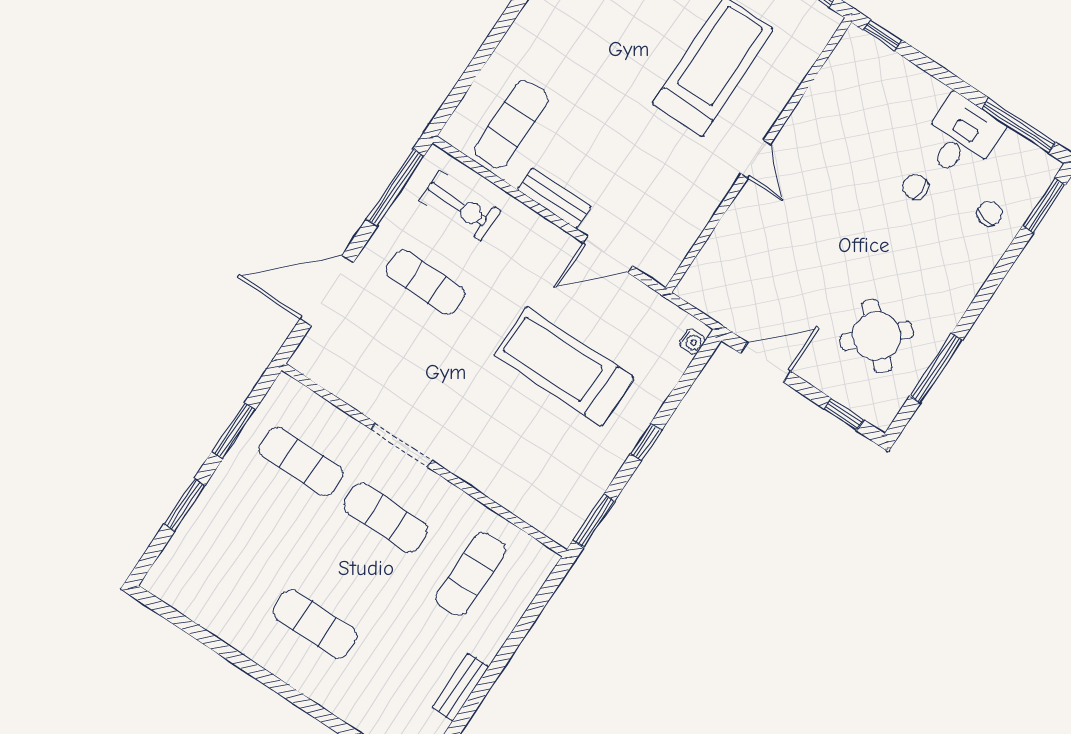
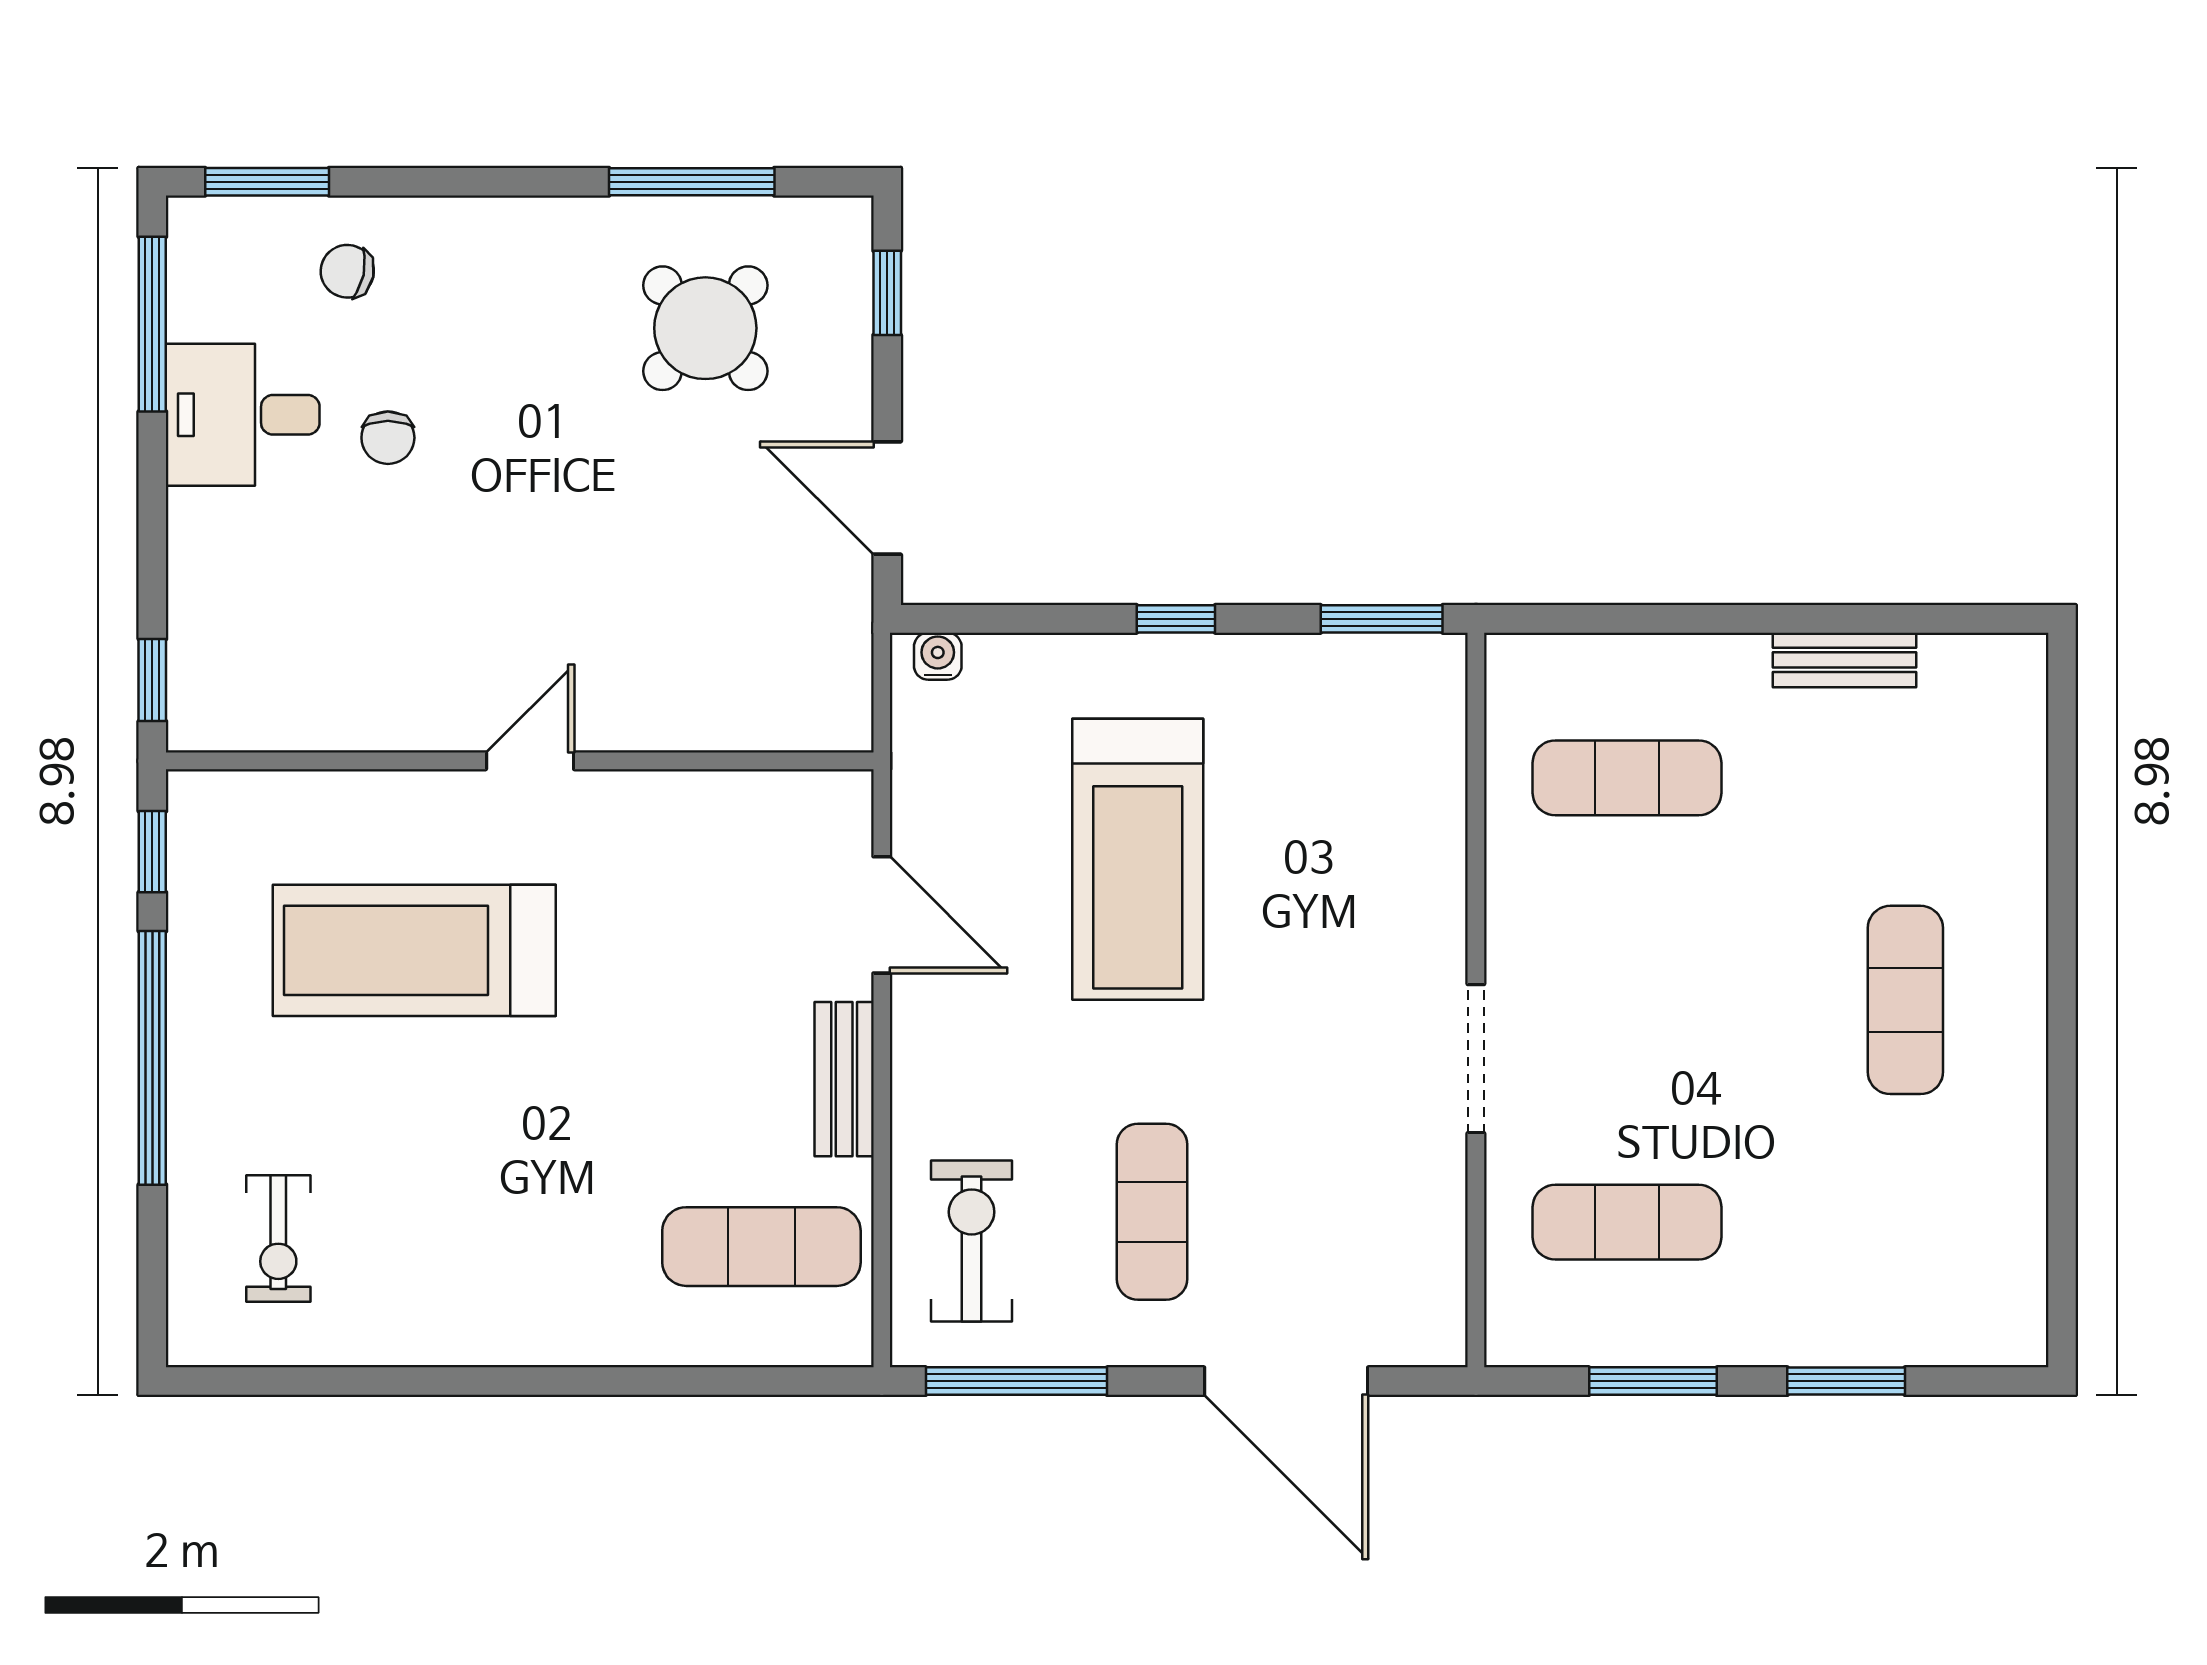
exercise mat: (301, 461) -> (1627, 1222), turned 90
exercise mat: (386, 518) -> (1627, 1000), removed

